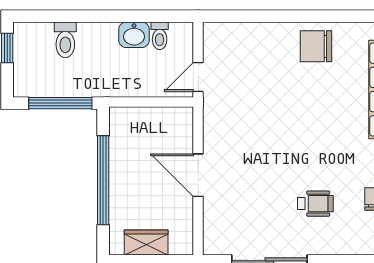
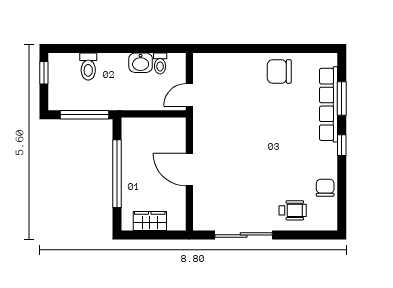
wheelchair: (315, 204) -> (293, 210), moved

